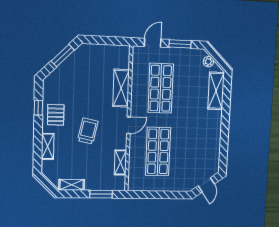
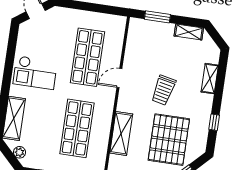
pallet: (56, 115) -> (169, 140), moved, width x2.05, depth x2.00
door: (129, 125) -> (119, 78), moved
checkout: (202, 133) -> (35, 73), added
shelving: (120, 162) -> (131, 50), removed

